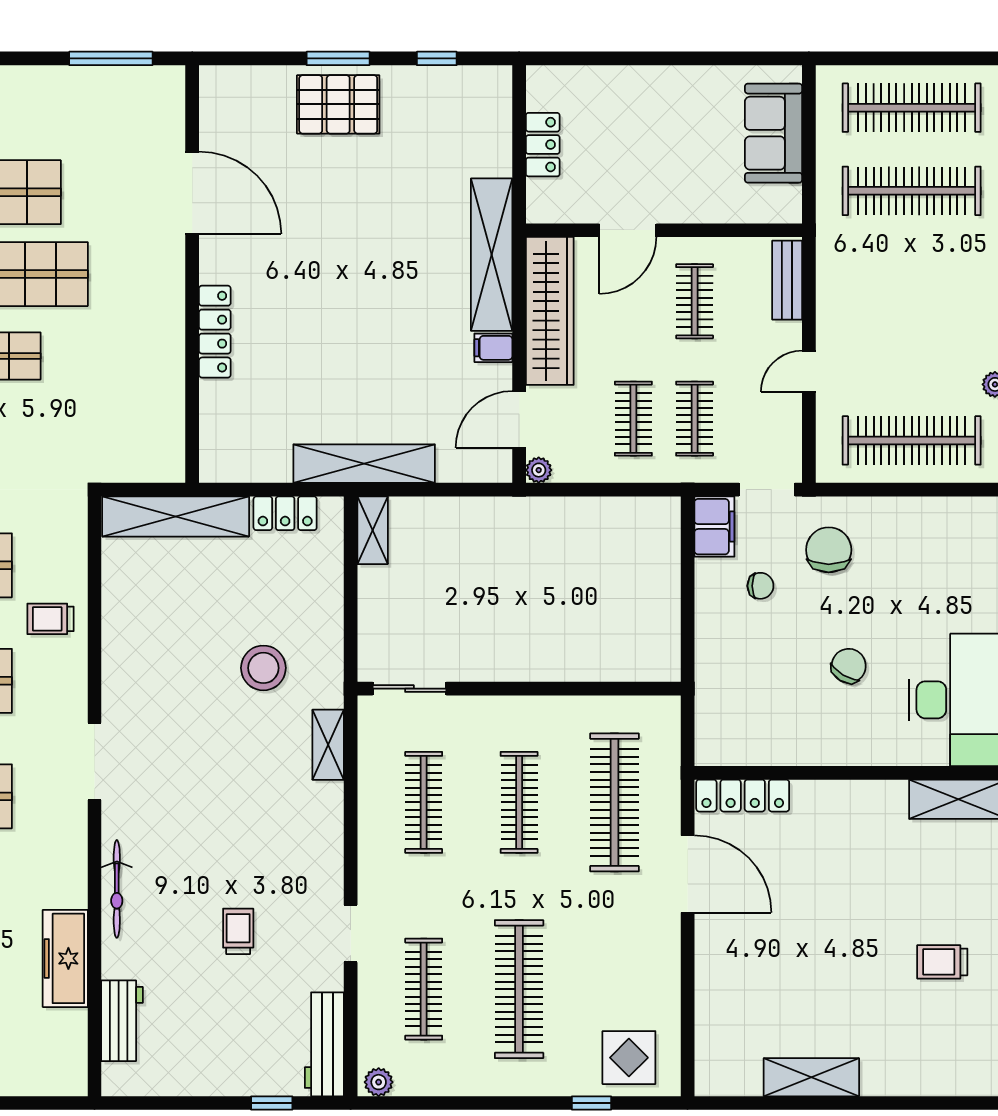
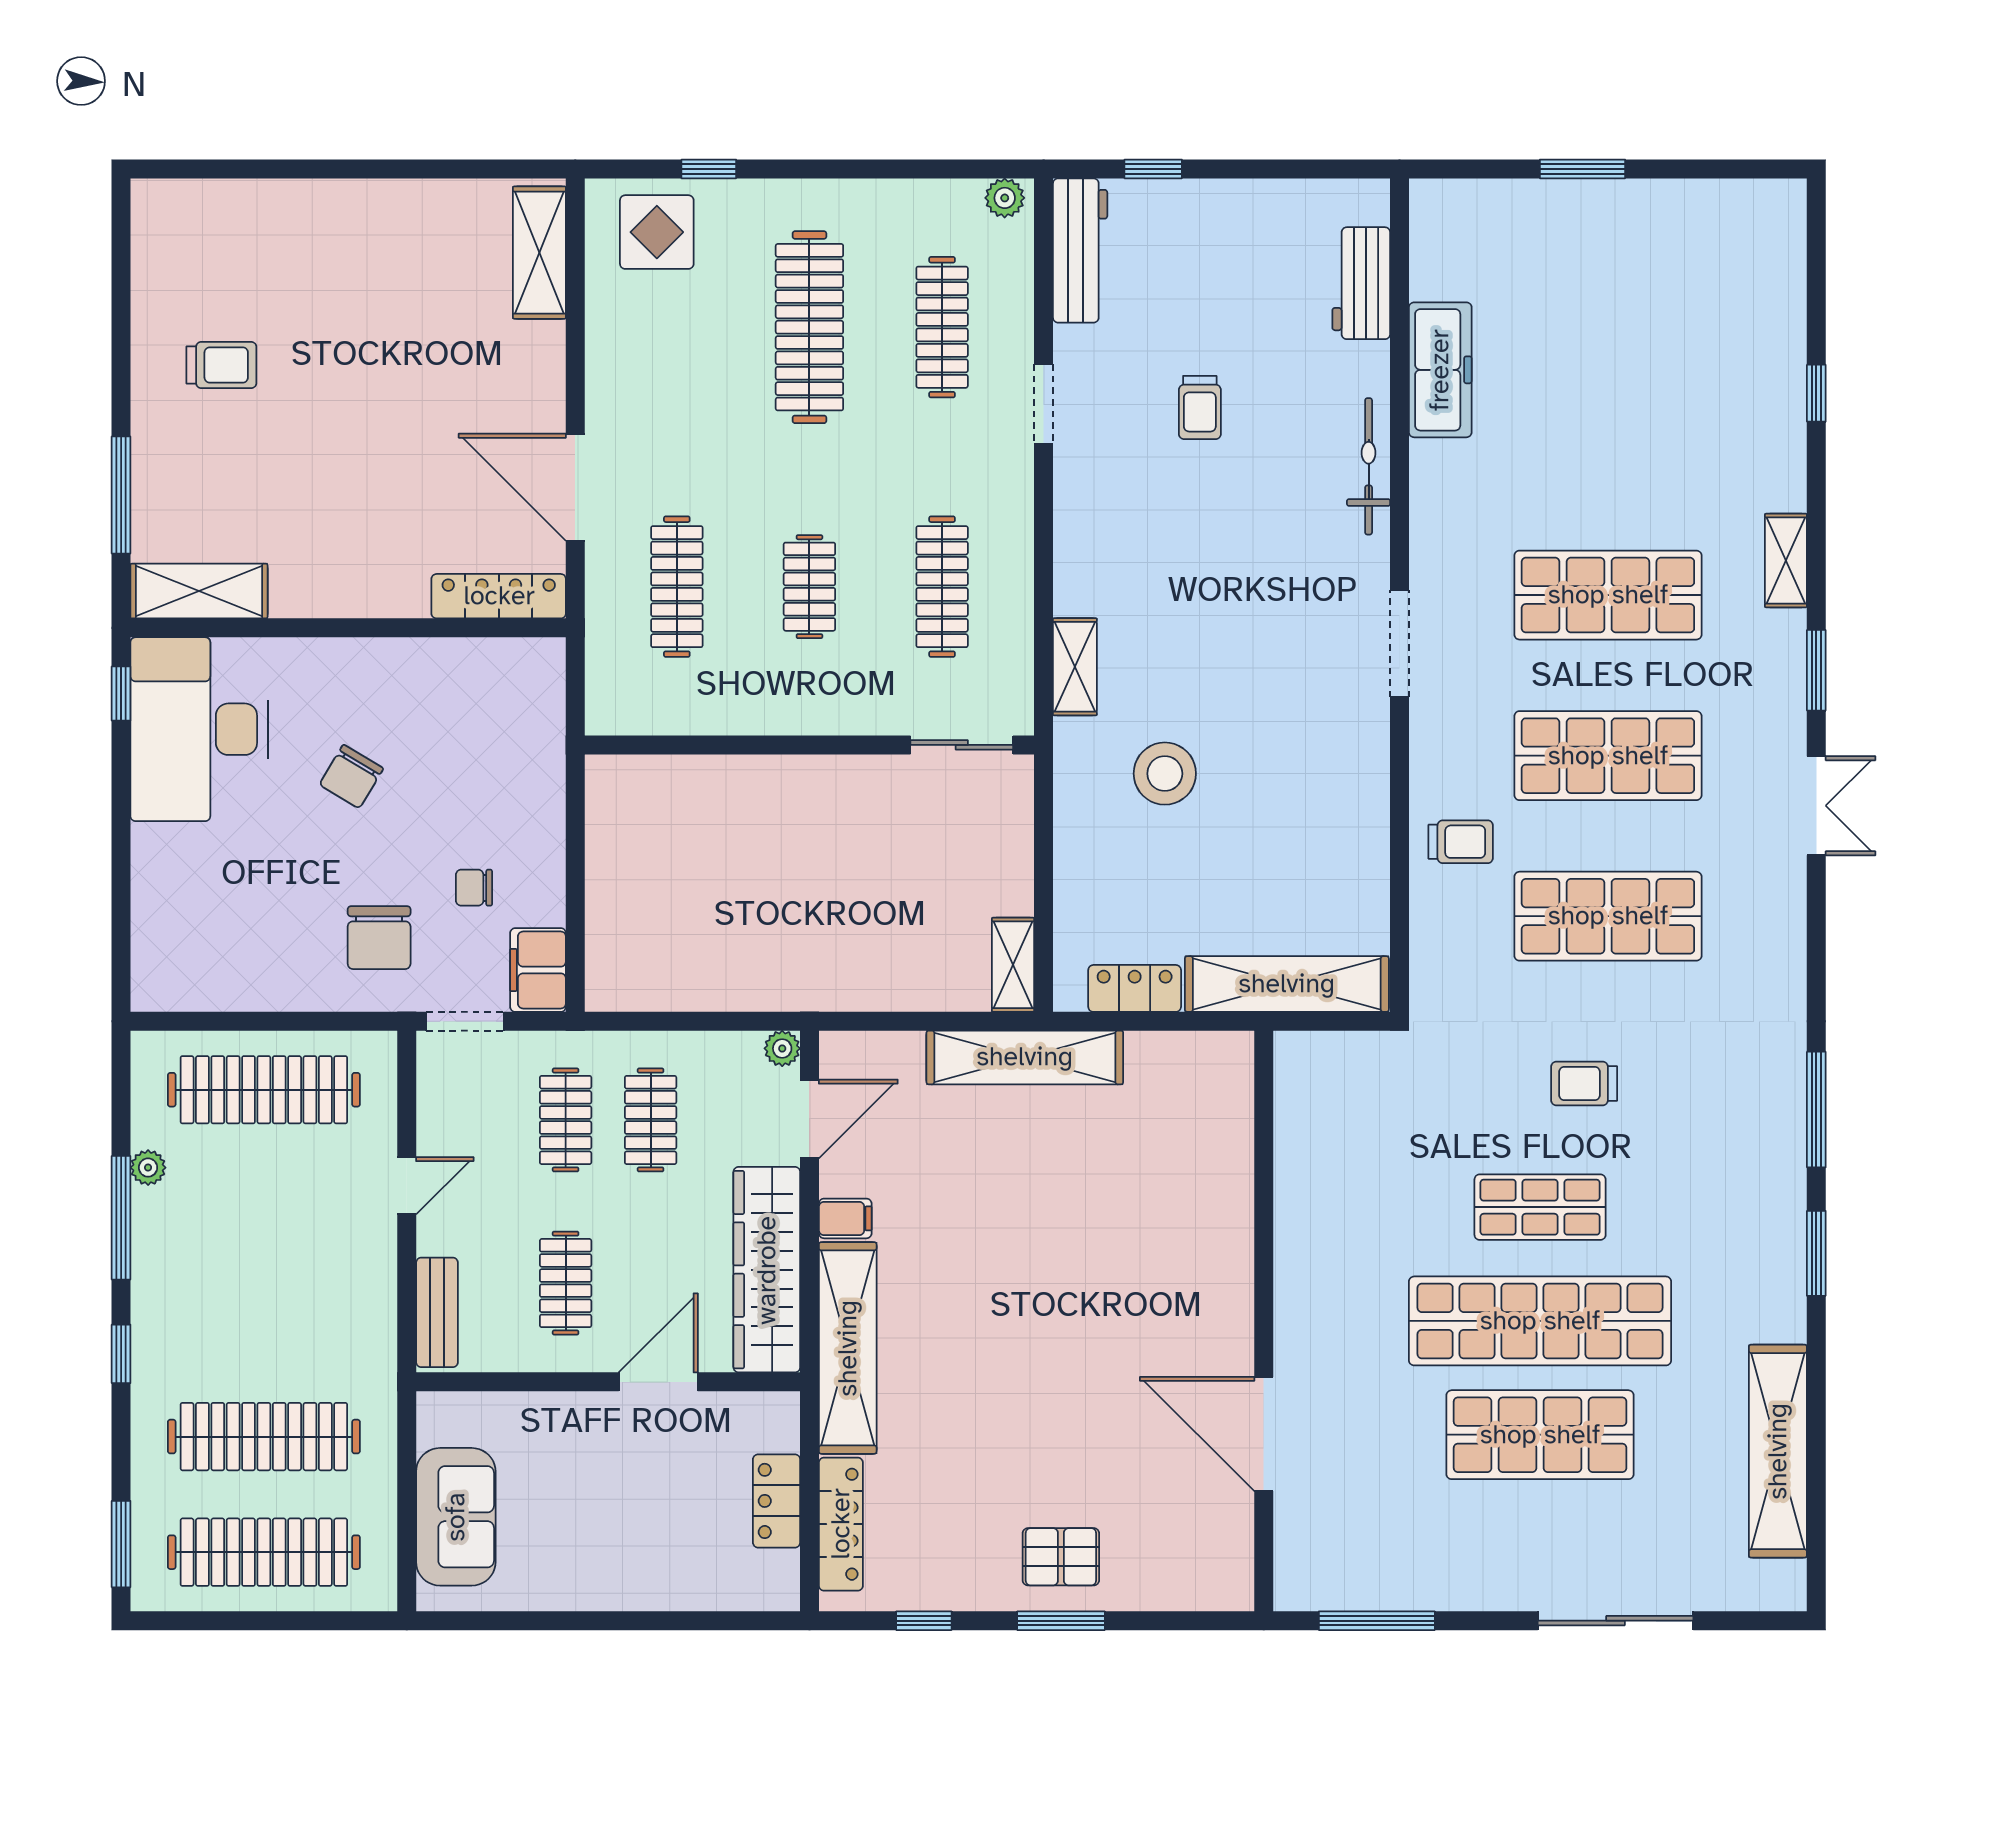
pallet: (338, 104) -> (1061, 1557), width x0.67, depth x0.71
locker: (215, 332) -> (841, 1524), moved, turned 180
clothes rail: (519, 802) -> (809, 587), width x0.73
clothes rail: (614, 802) -> (677, 587), width x0.73, depth x0.76
shelving: (811, 1077) -> (539, 253), moved, turned 90

